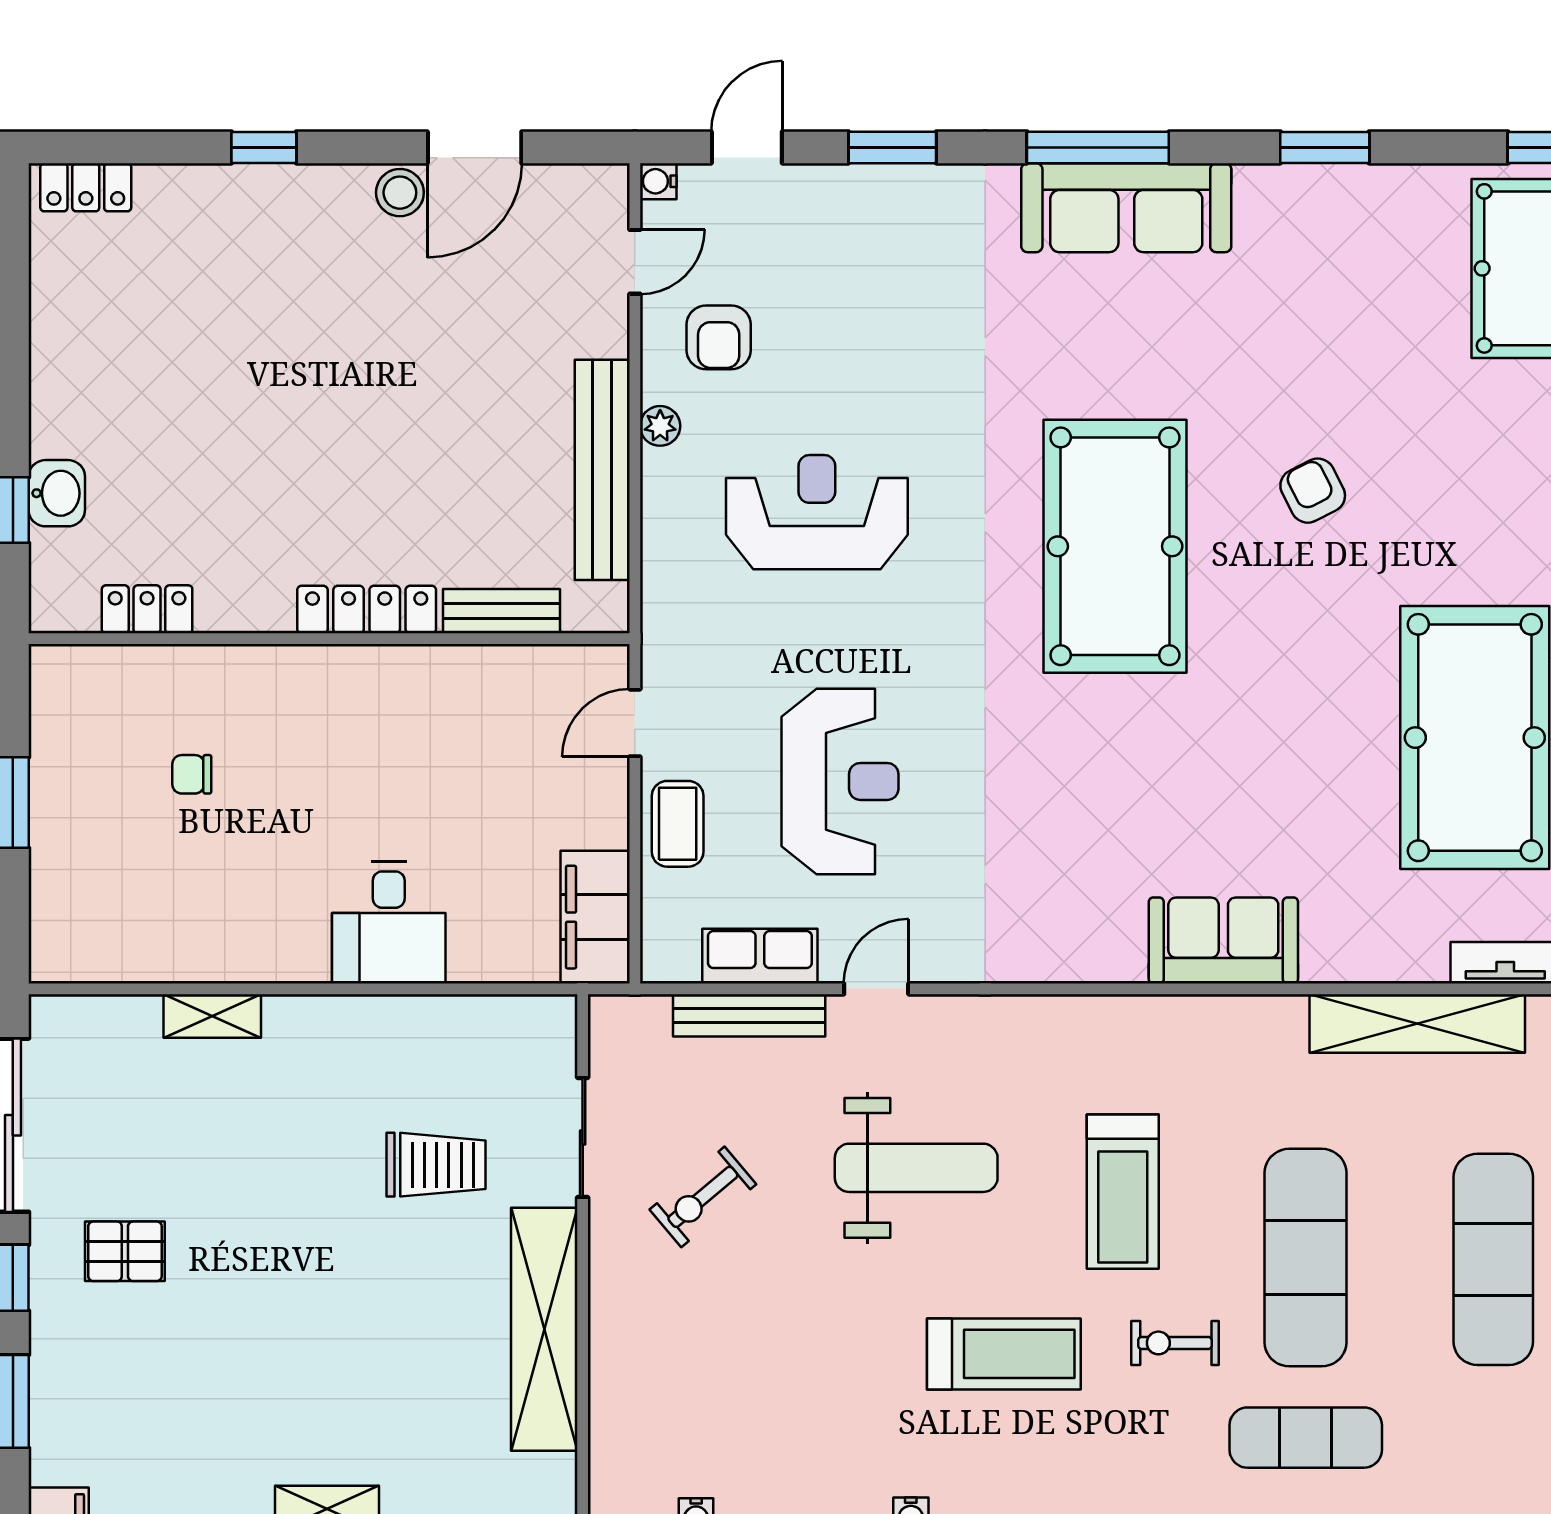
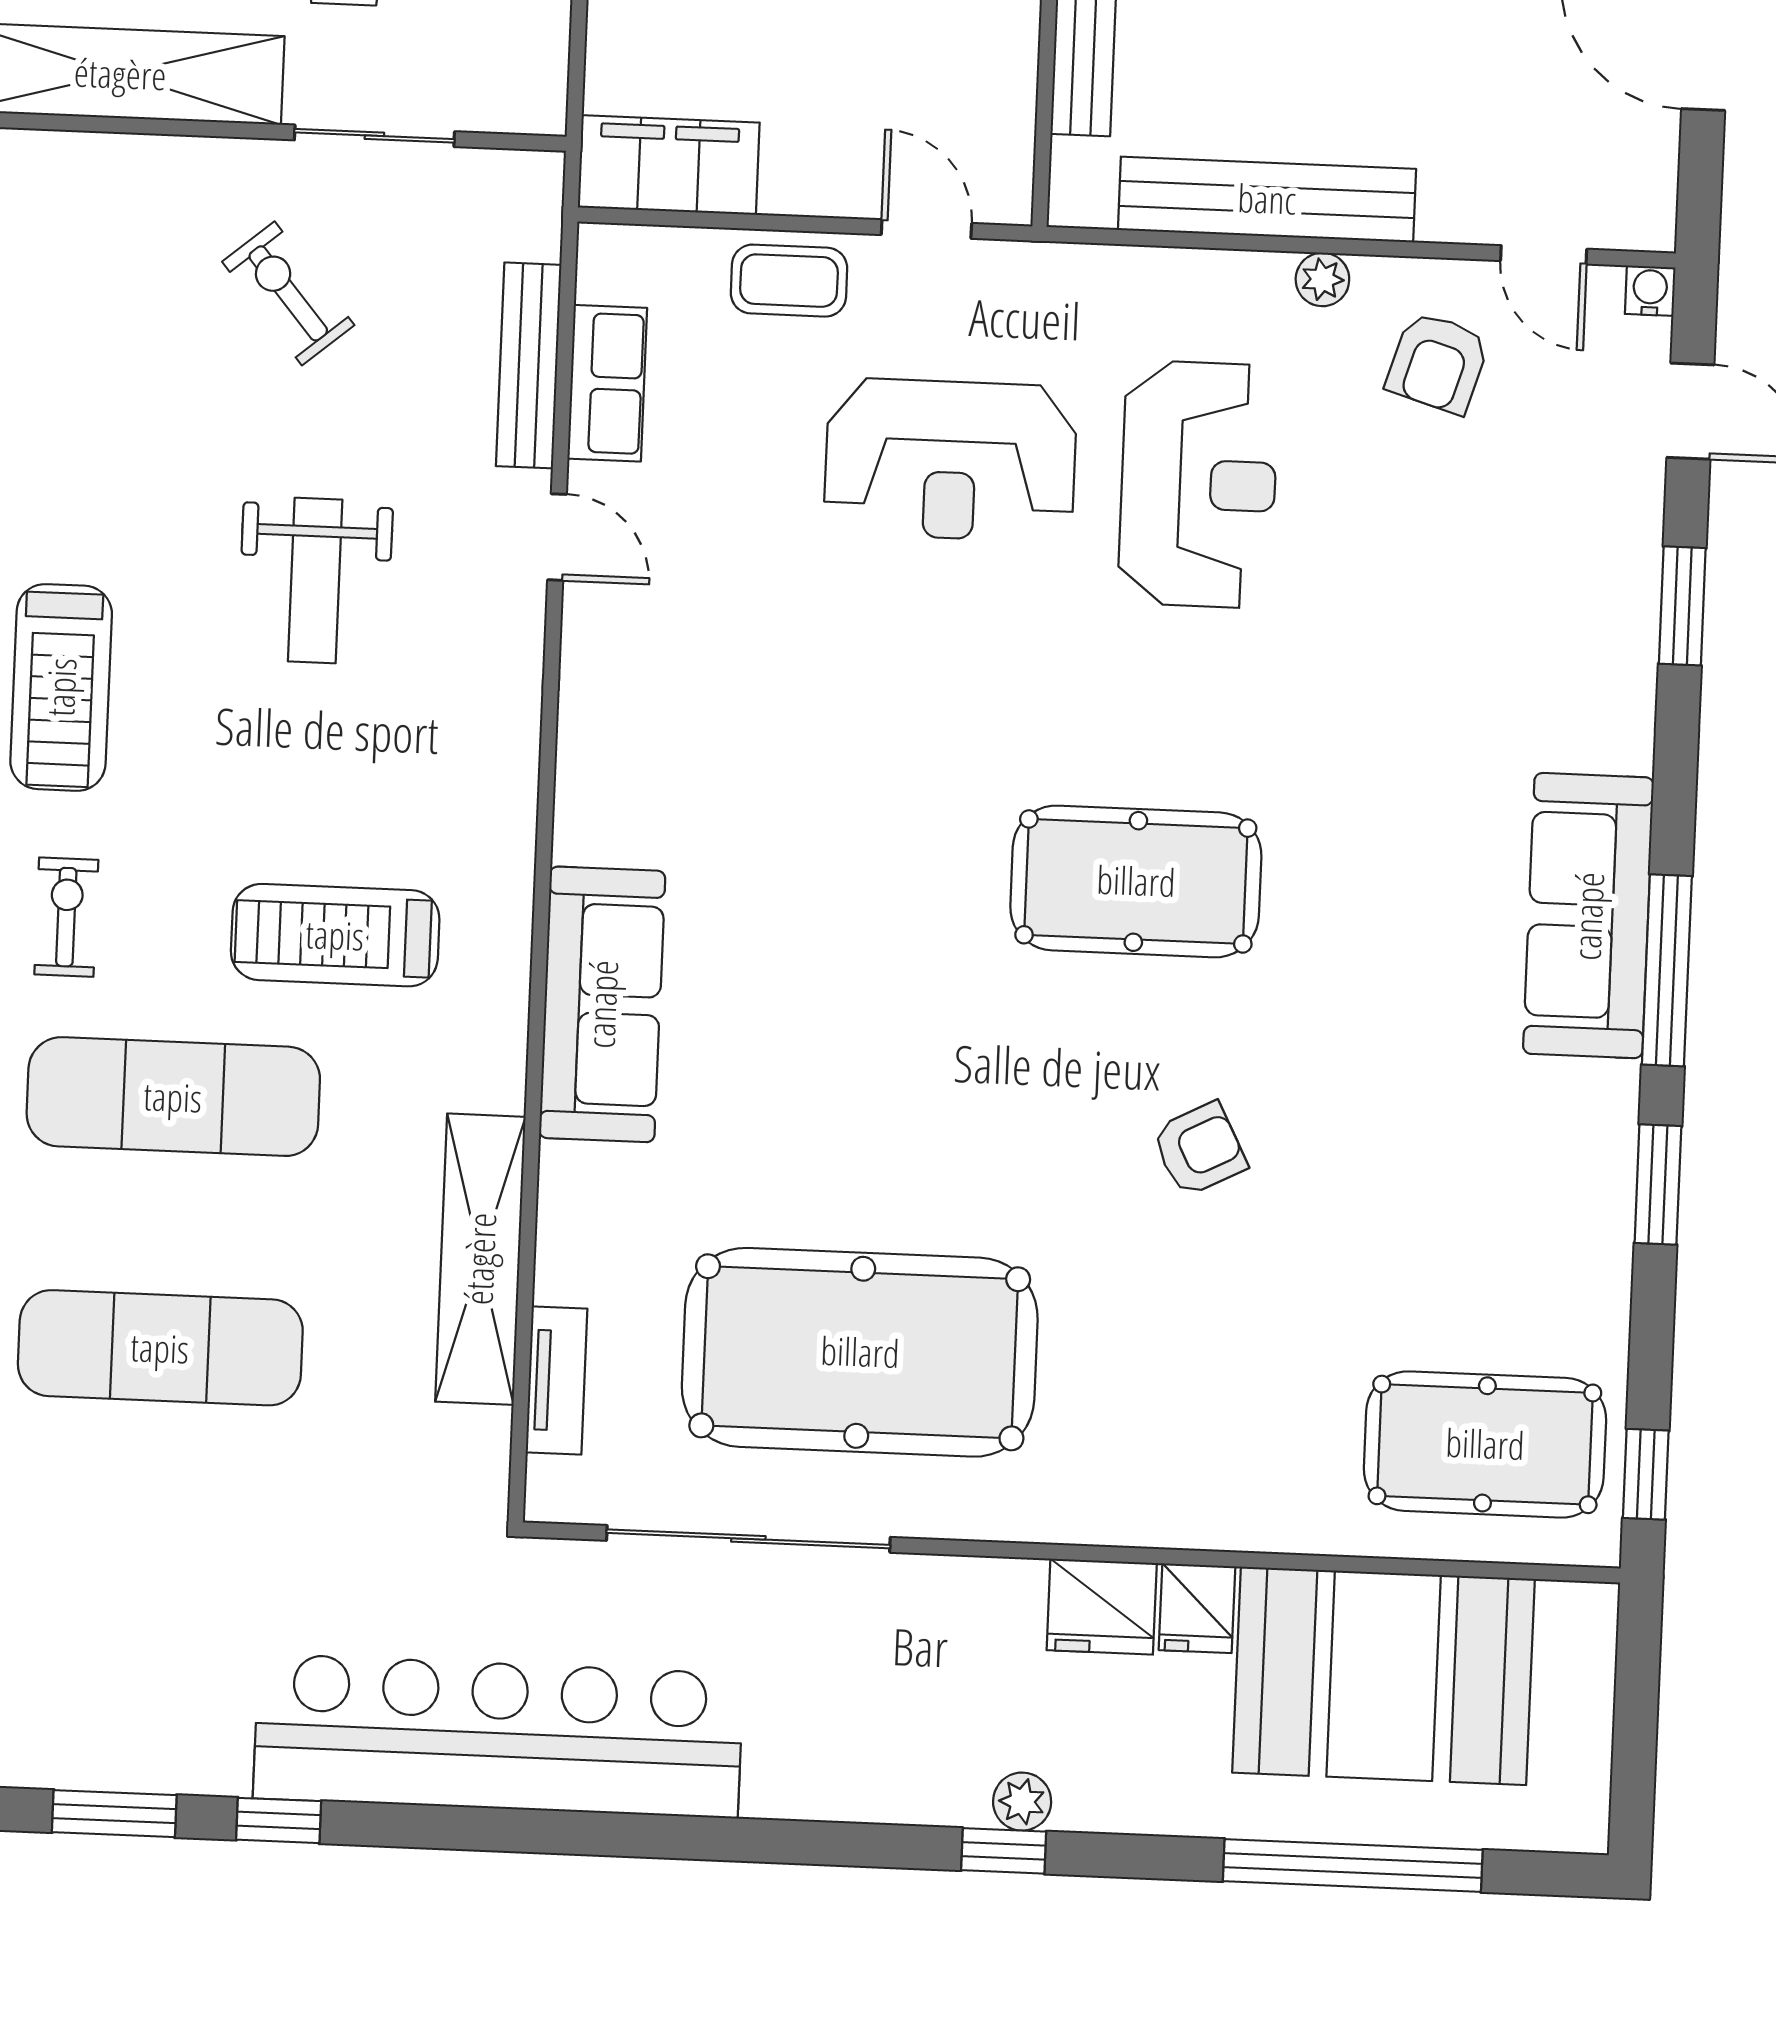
window: (1098, 147) -> (1667, 970), moved
armchair: (719, 337) -> (1438, 363), turned -73
pool table: (1115, 546) -> (1136, 881), width x0.73, depth x0.76
reception desk: (840, 781) -> (950, 460), moved
sofa: (1223, 941) -> (602, 1004), width x1.36
weight bench: (916, 1168) -> (315, 581), width x0.73, depth x0.75
treadmill: (1123, 1192) -> (335, 935), moved

